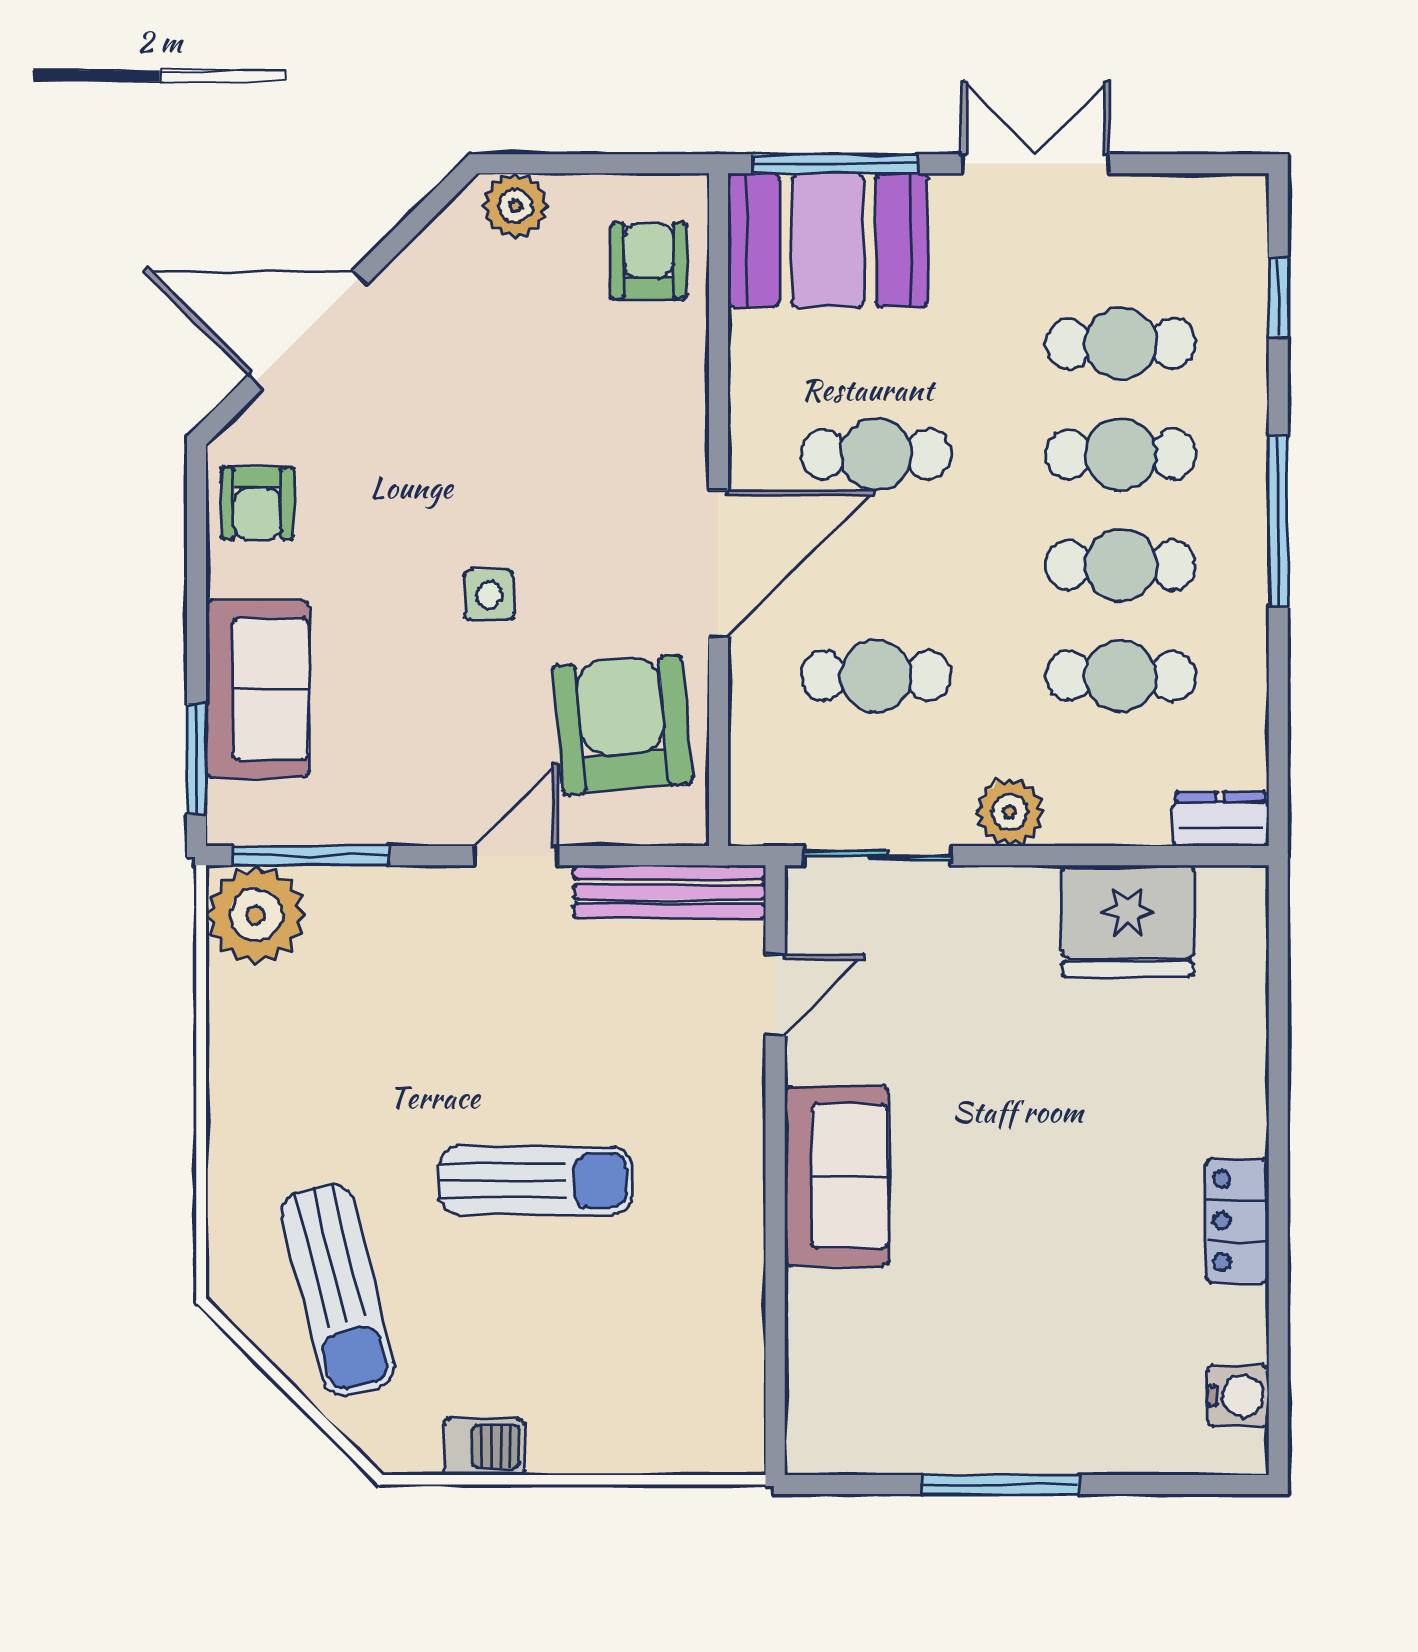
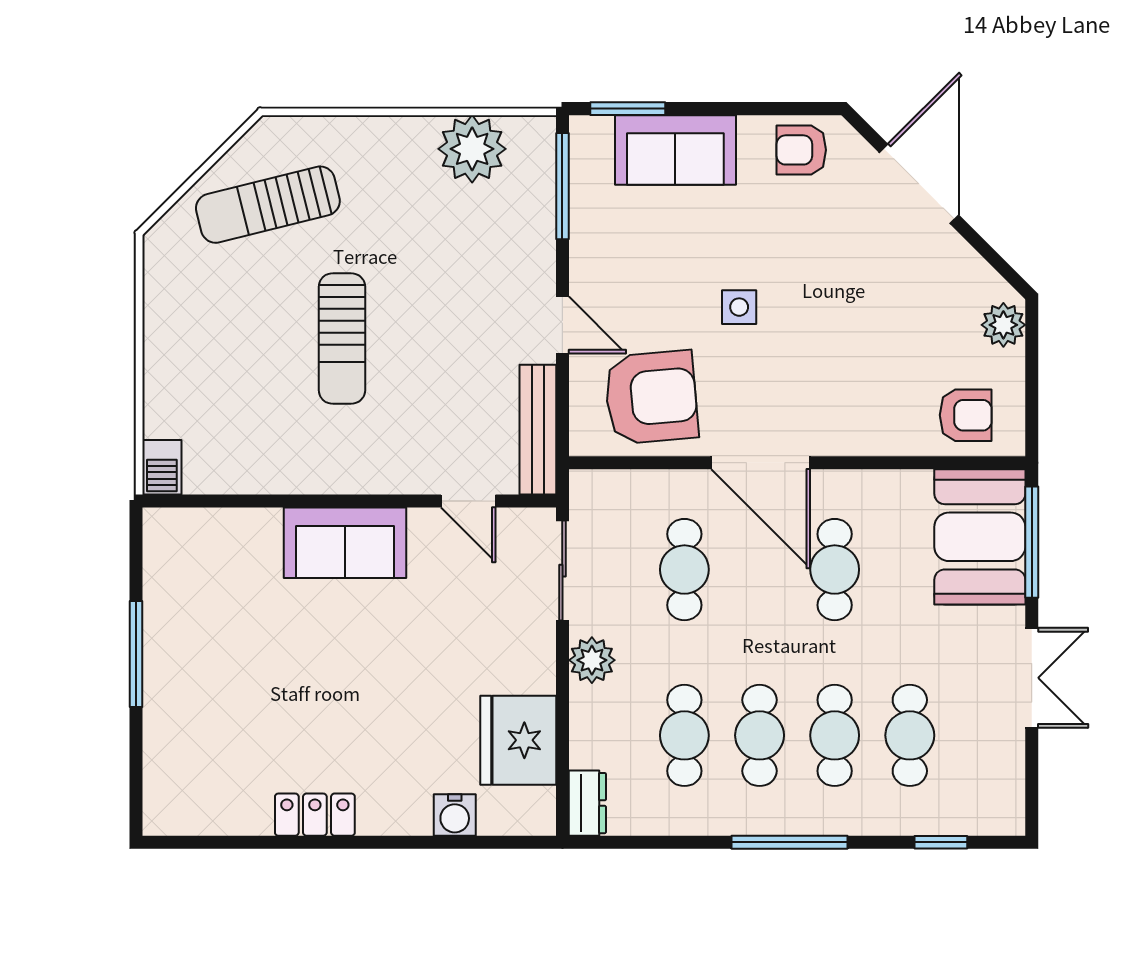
plant: (256, 915) -> (472, 149), moved
water cooler: (1238, 1396) -> (455, 815), moved
barbecue: (484, 1446) -> (162, 467), moved

